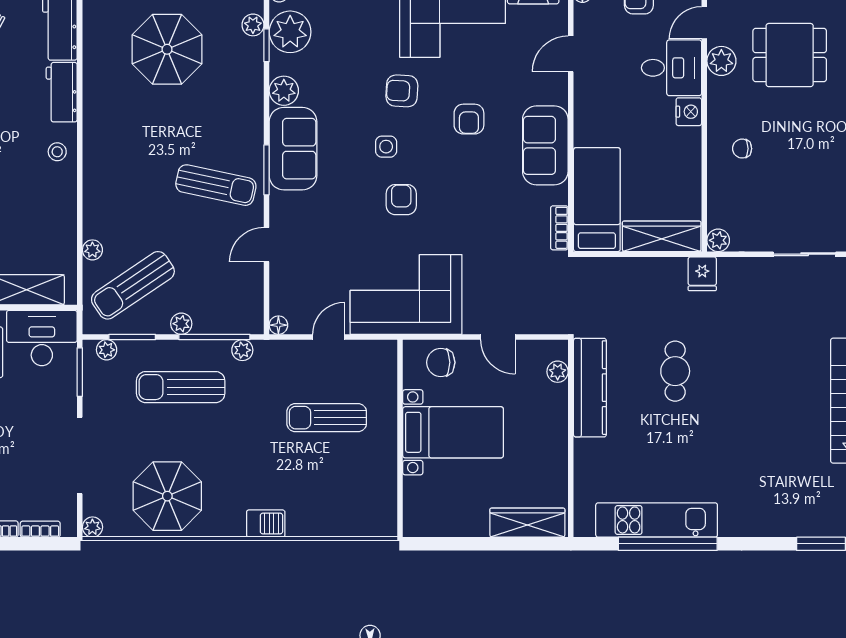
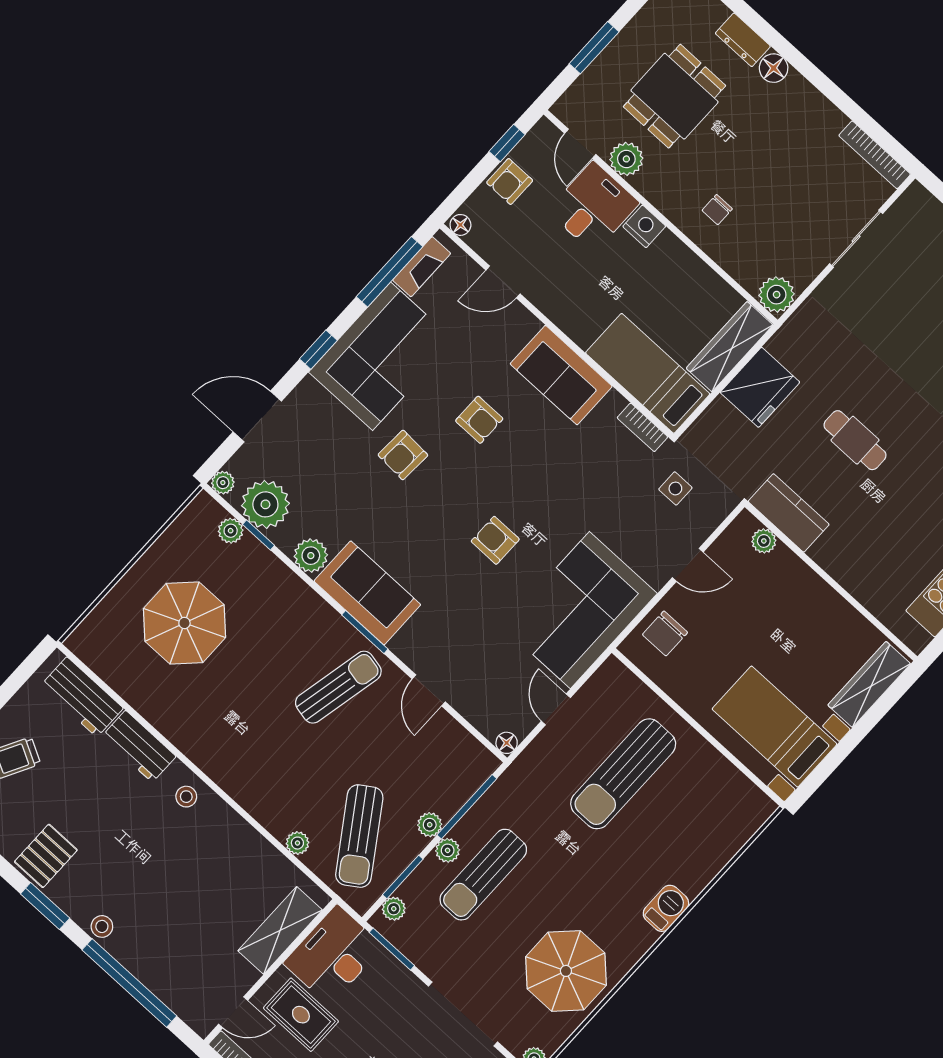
door: (571, 54) -> (503, 282), hinge flipped
side table: (386, 147) -> (675, 488), moved
plant: (718, 240) -> (777, 295), width x1.38, depth x1.38
fridge: (702, 274) -> (760, 387), moved, width x1.88, depth x1.34
plant: (242, 350) -> (448, 850), moved
kitchen counter: (590, 388) -> (789, 513), width x0.67
sun lounger: (327, 418) -> (623, 774), width x1.36, depth x1.34
bed with nightstands: (453, 432) -> (775, 727), moved, turned -90

